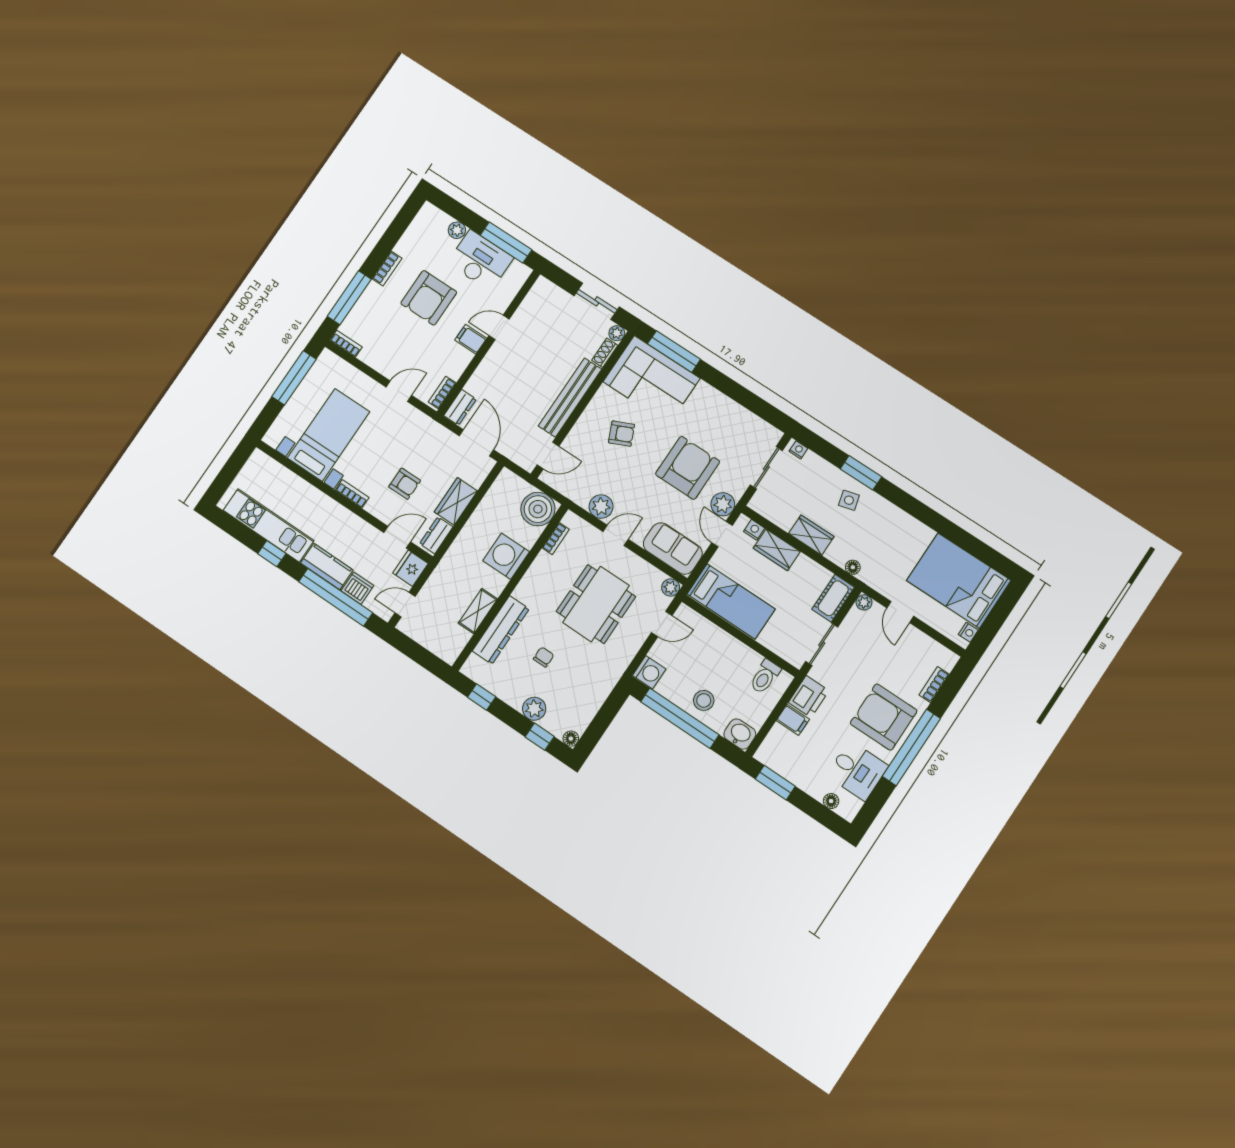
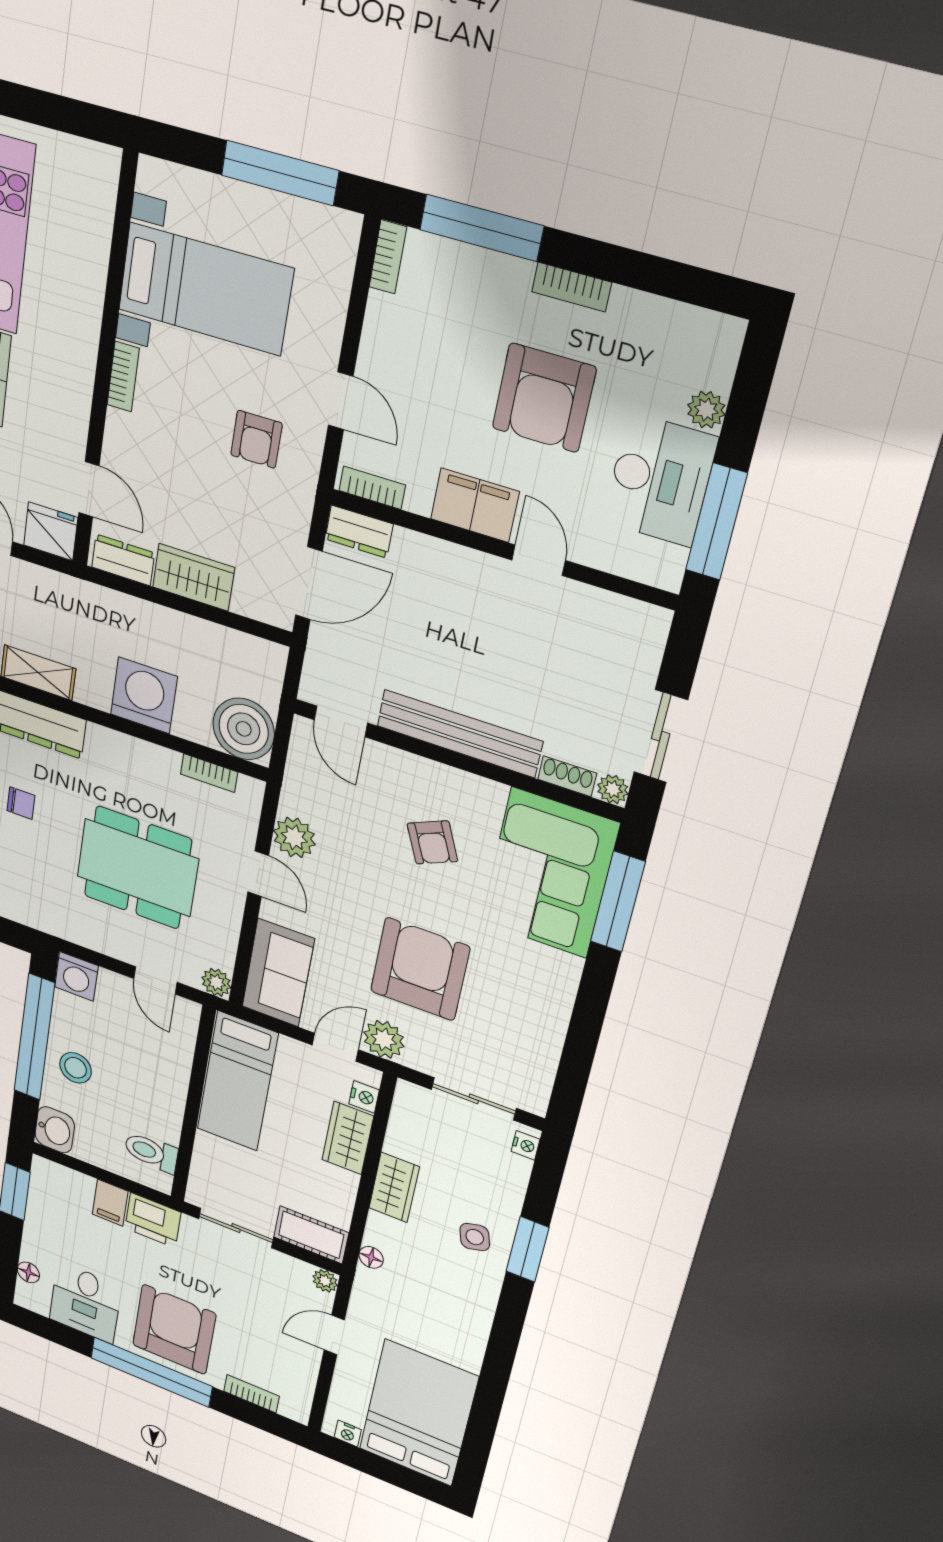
armchair: (429, 298) -> (544, 398), turned -90
filing cabinet: (471, 339) -> (475, 505), width x2.00
armchair: (688, 468) -> (420, 969), turned -90
armchair: (405, 484) -> (256, 439), moved

